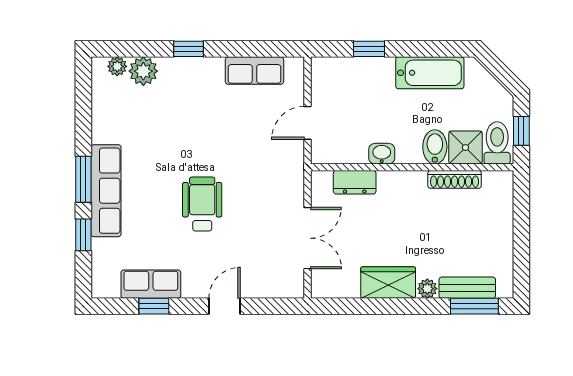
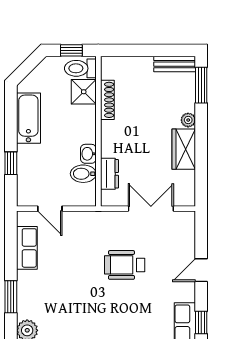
window: (188, 49) -> (11, 297), width x1.50
door: (308, 123) -> (50, 209), moved
bidet: (435, 147) -> (83, 174), moved
wheelchair: (202, 204) -> (125, 265), moved
bench: (467, 288) -> (175, 64), moved, turned 90
door: (225, 306) -> (201, 270), hinge flipped

